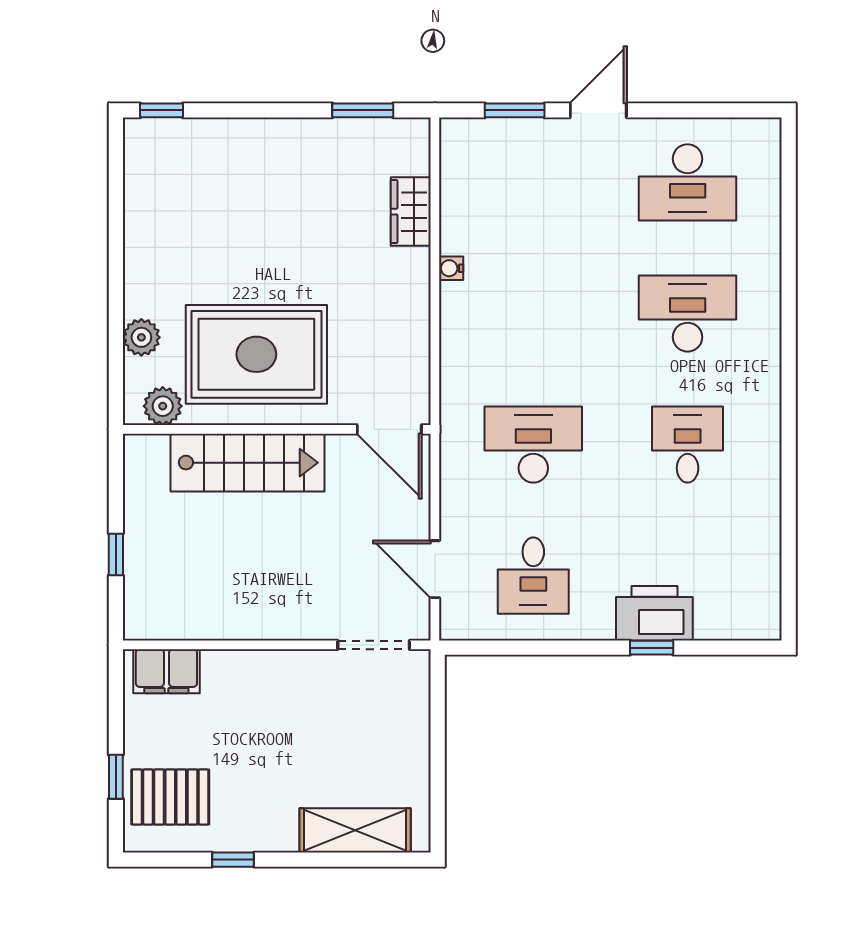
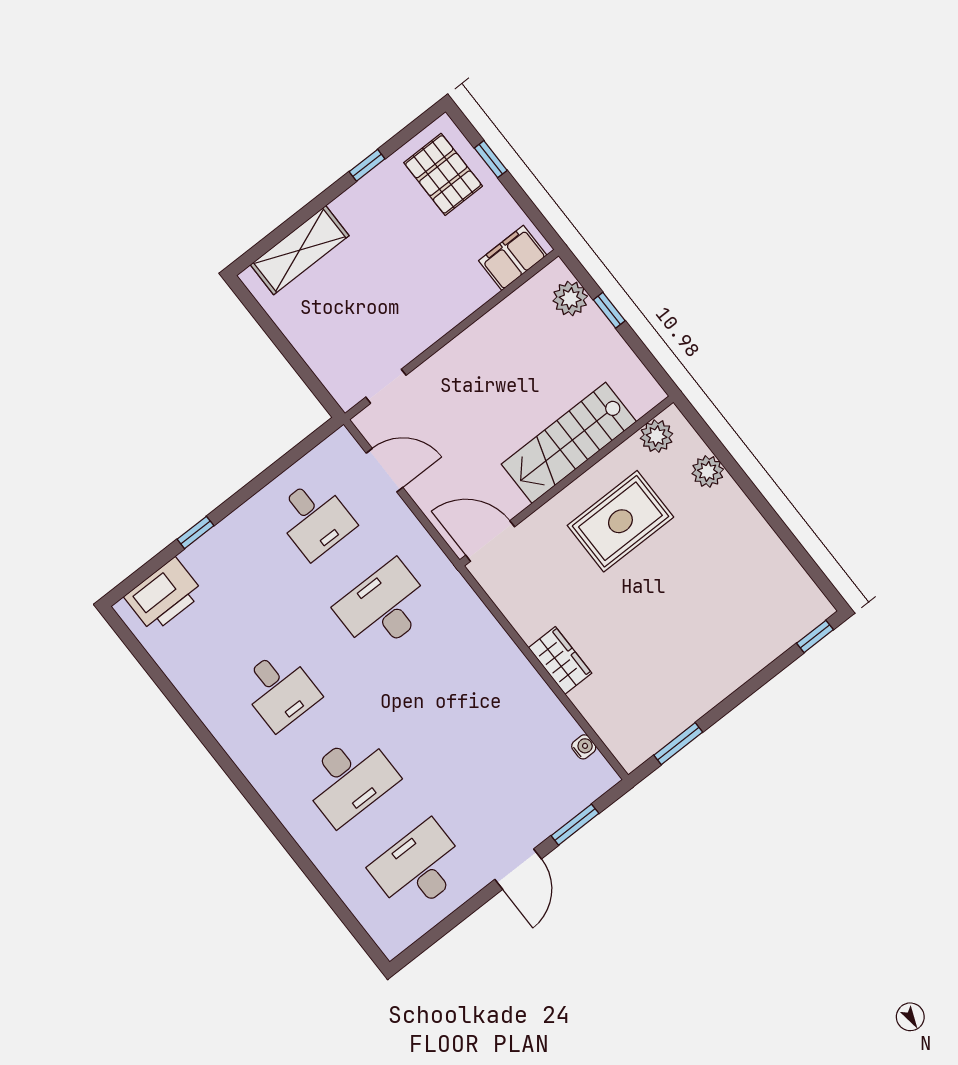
wardrobe: (411, 212) -> (560, 660), moved
water cooler: (451, 268) -> (584, 747), moved
rug: (256, 354) -> (620, 521), width x0.73, depth x0.69
desk: (533, 445) -> (384, 607), turned 180
desk: (533, 576) -> (314, 518), turned 180
plant: (143, 593) -> (570, 298), added
printer: (654, 613) -> (164, 595), moved
doorway: (374, 645) -> (386, 386), width x0.73
pallet: (170, 797) -> (443, 174), turned 90

